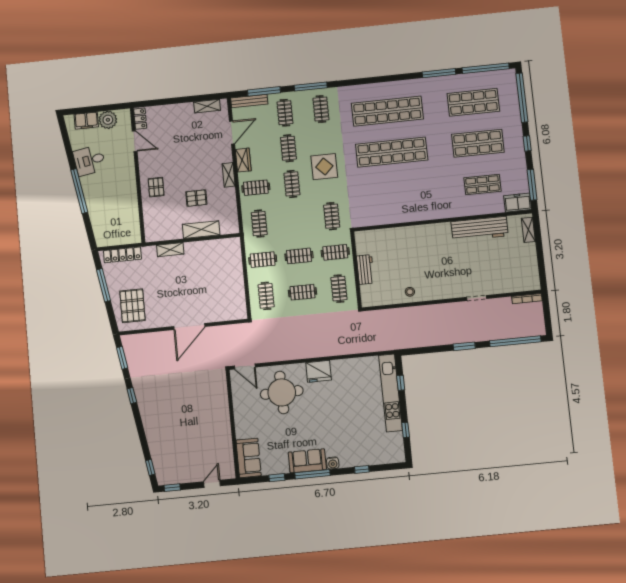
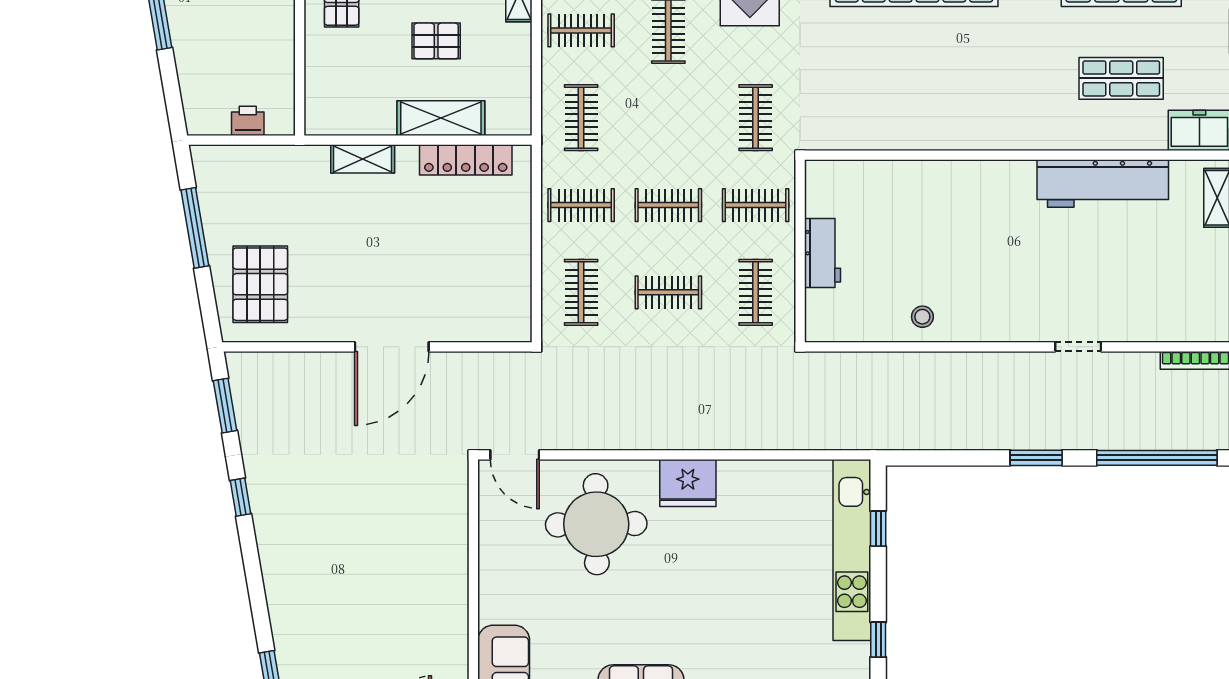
printer: (122, 239) -> (248, 121), added
locker: (122, 255) -> (466, 160), moved

